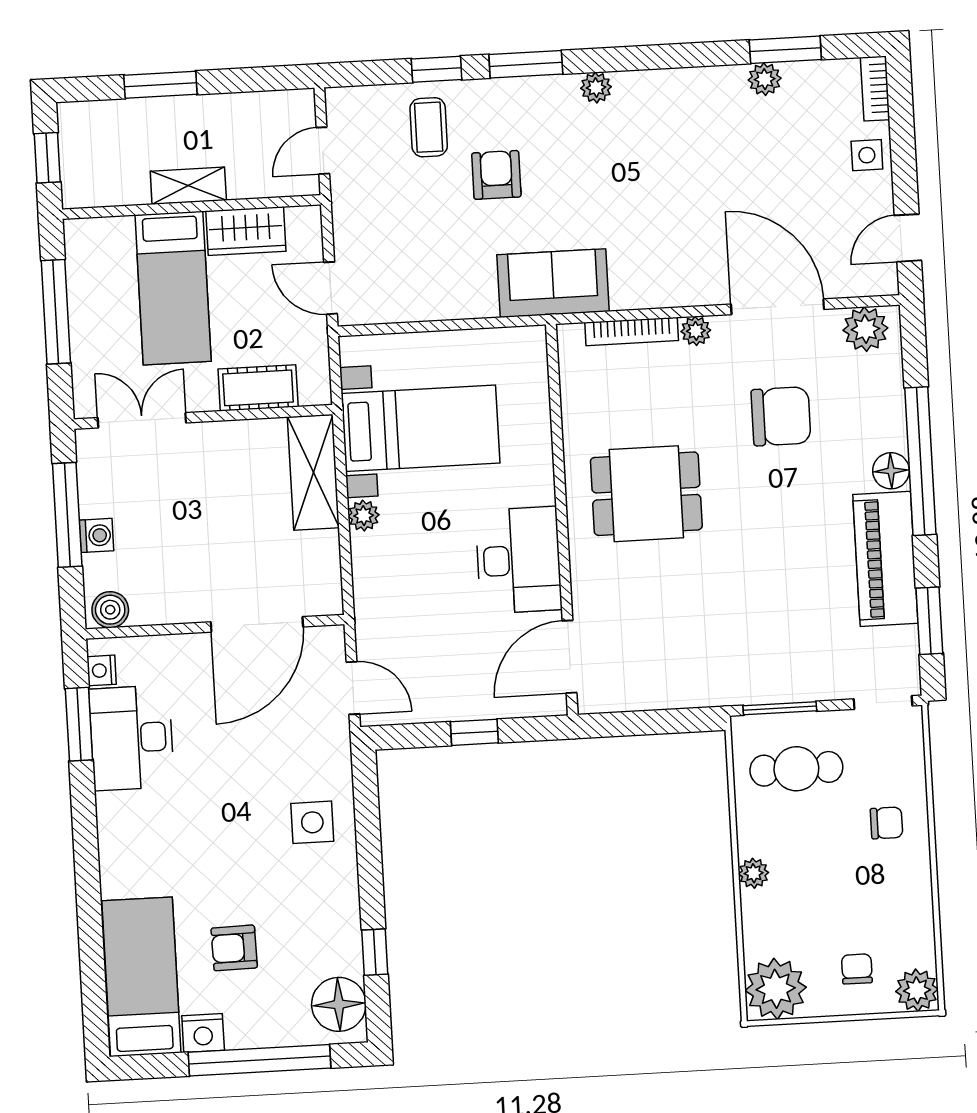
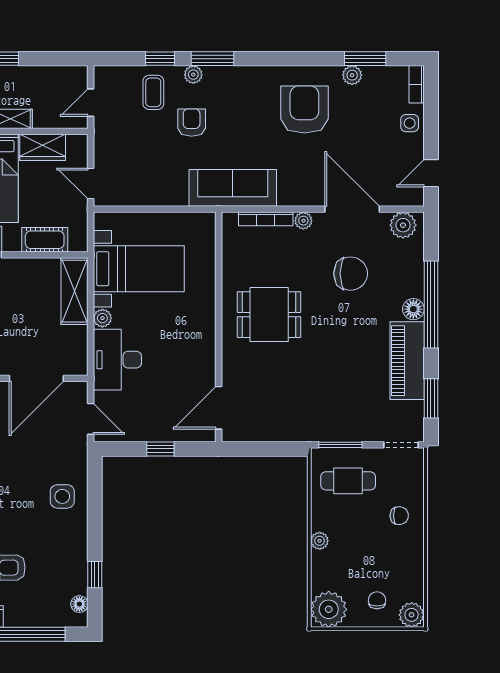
plant: (596, 88) -> (193, 75), moved
armchair: (687, 142) -> (304, 110), added
sofa: (553, 283) -> (233, 188), width x1.36
desk: (519, 560) -> (117, 360), moved, turned 180
floor lamp: (339, 1004) -> (79, 604), width x0.53, depth x0.53

